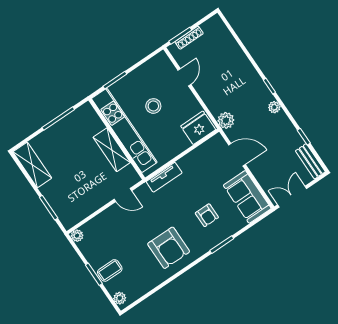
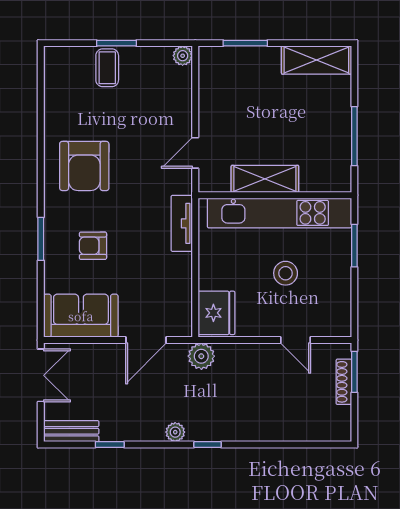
armchair: (169, 248) -> (84, 166), turned -90
plant: (120, 298) -> (62, 56), removed

